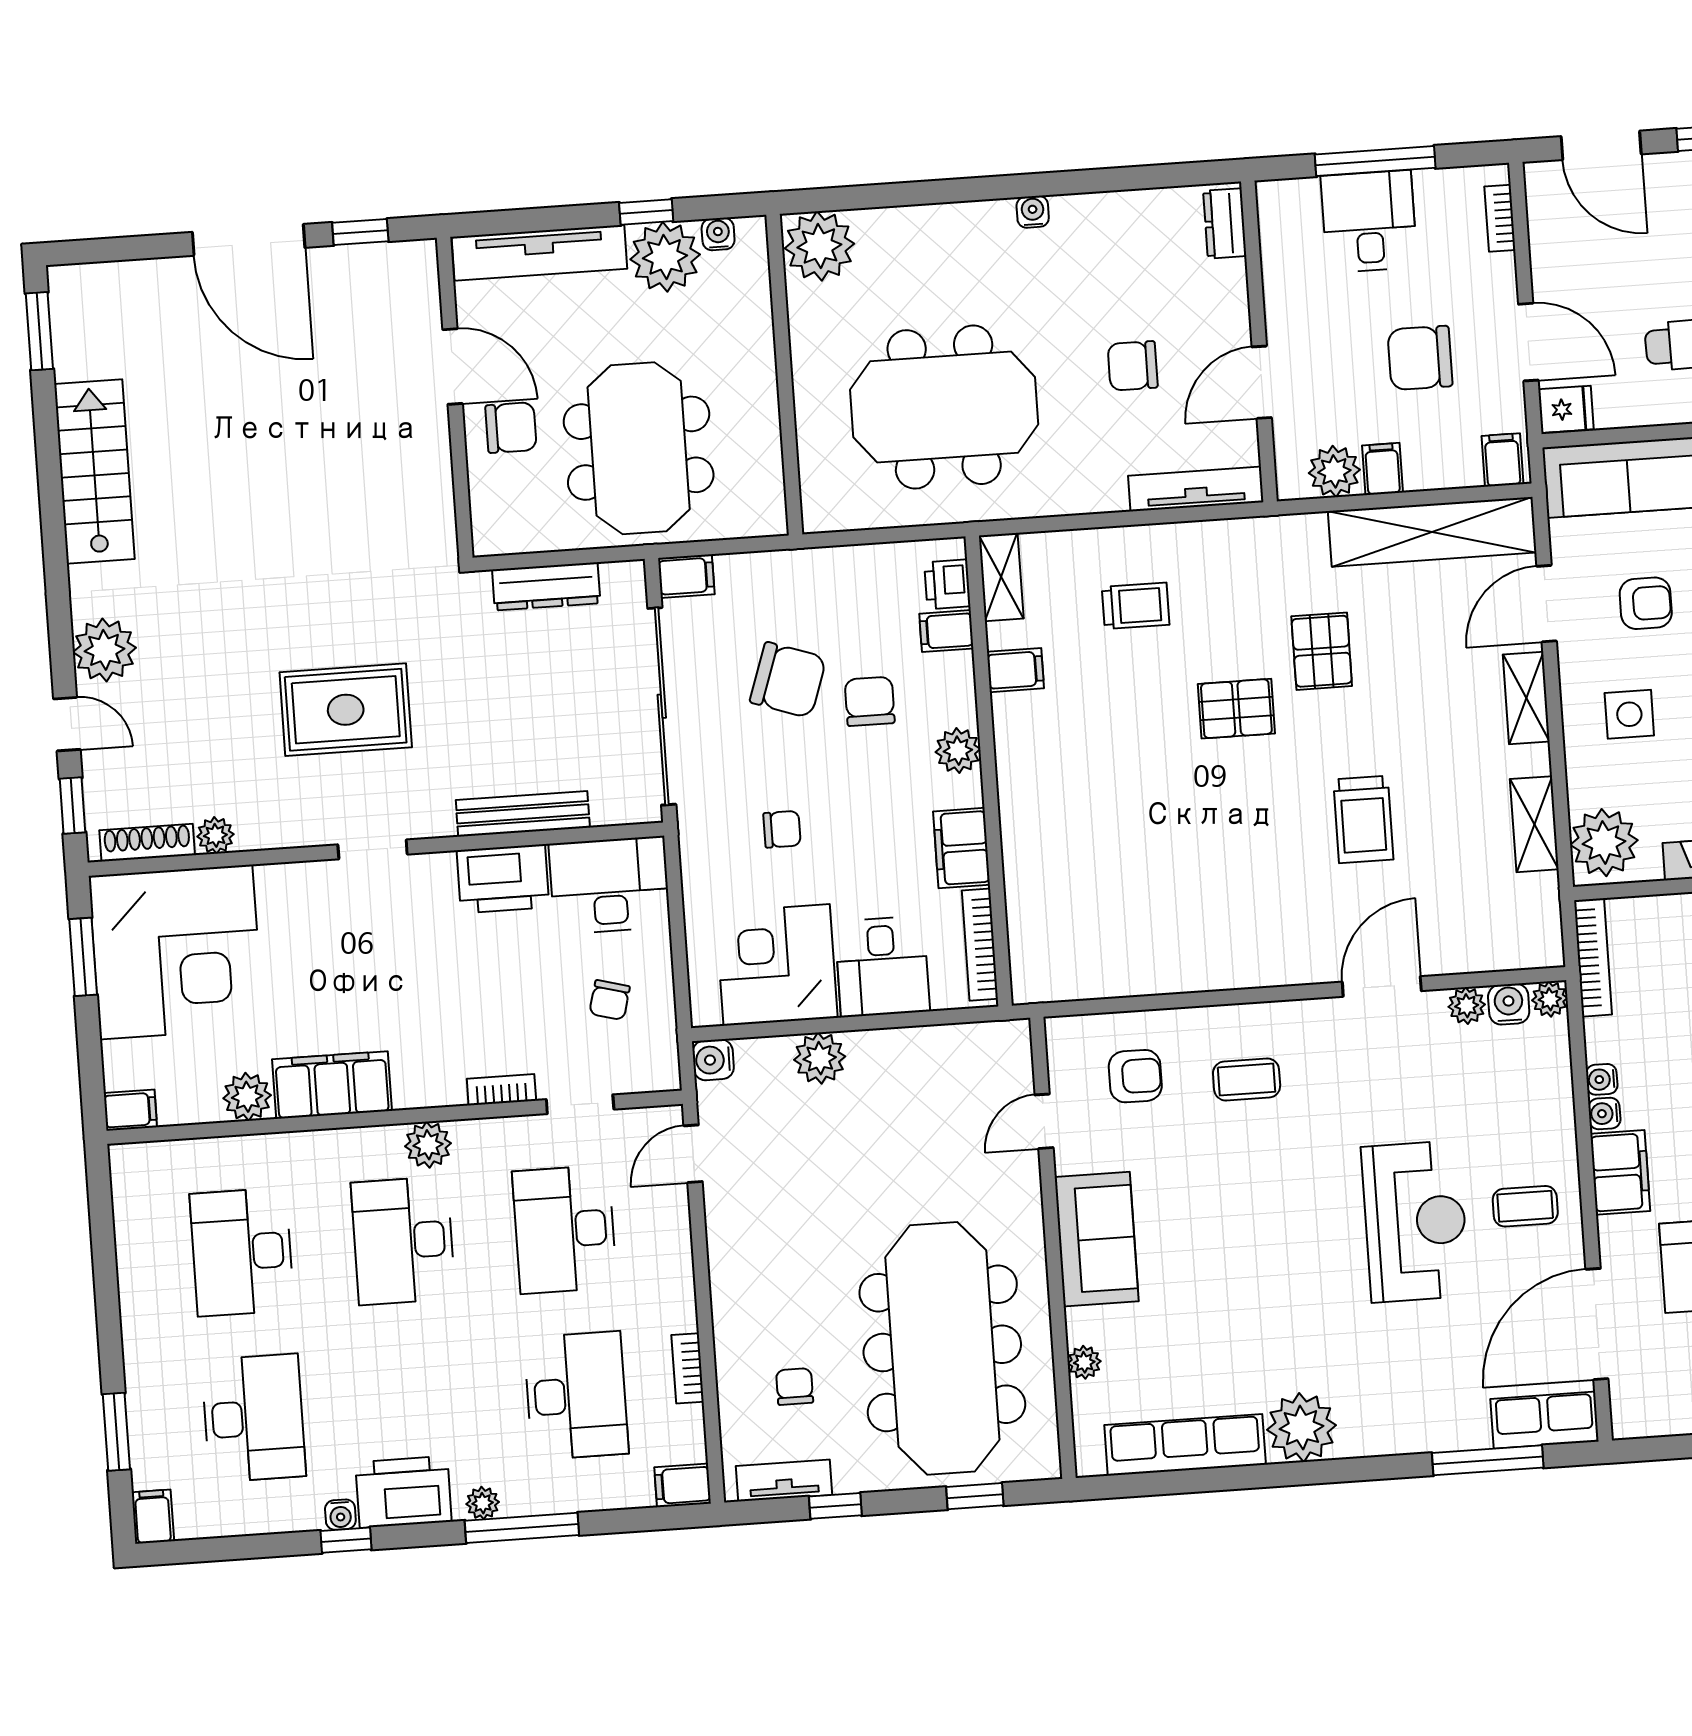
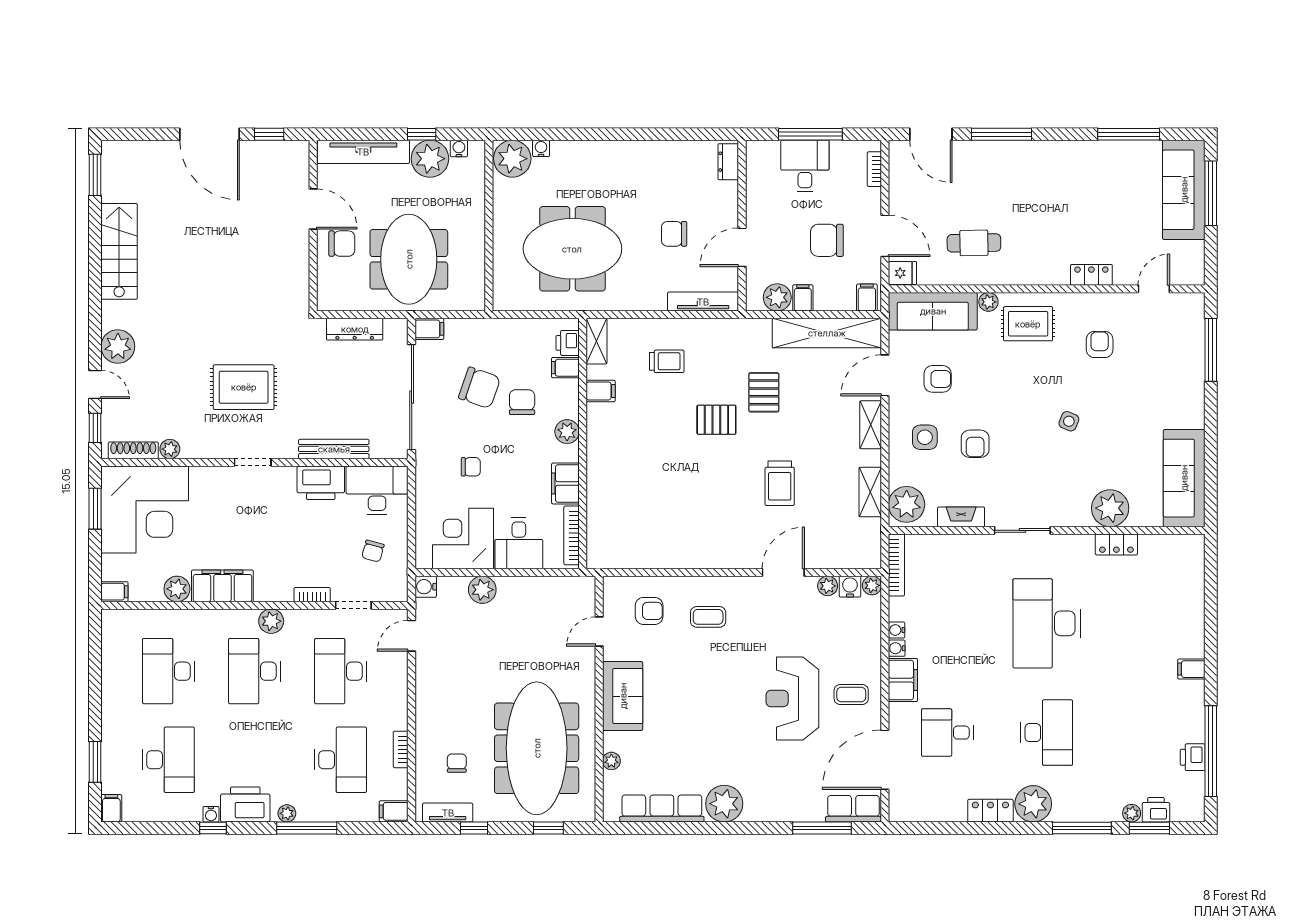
water cooler: (1033, 212) -> (541, 148), moved
reception desk: (1415, 1221) -> (792, 699), turned 180

